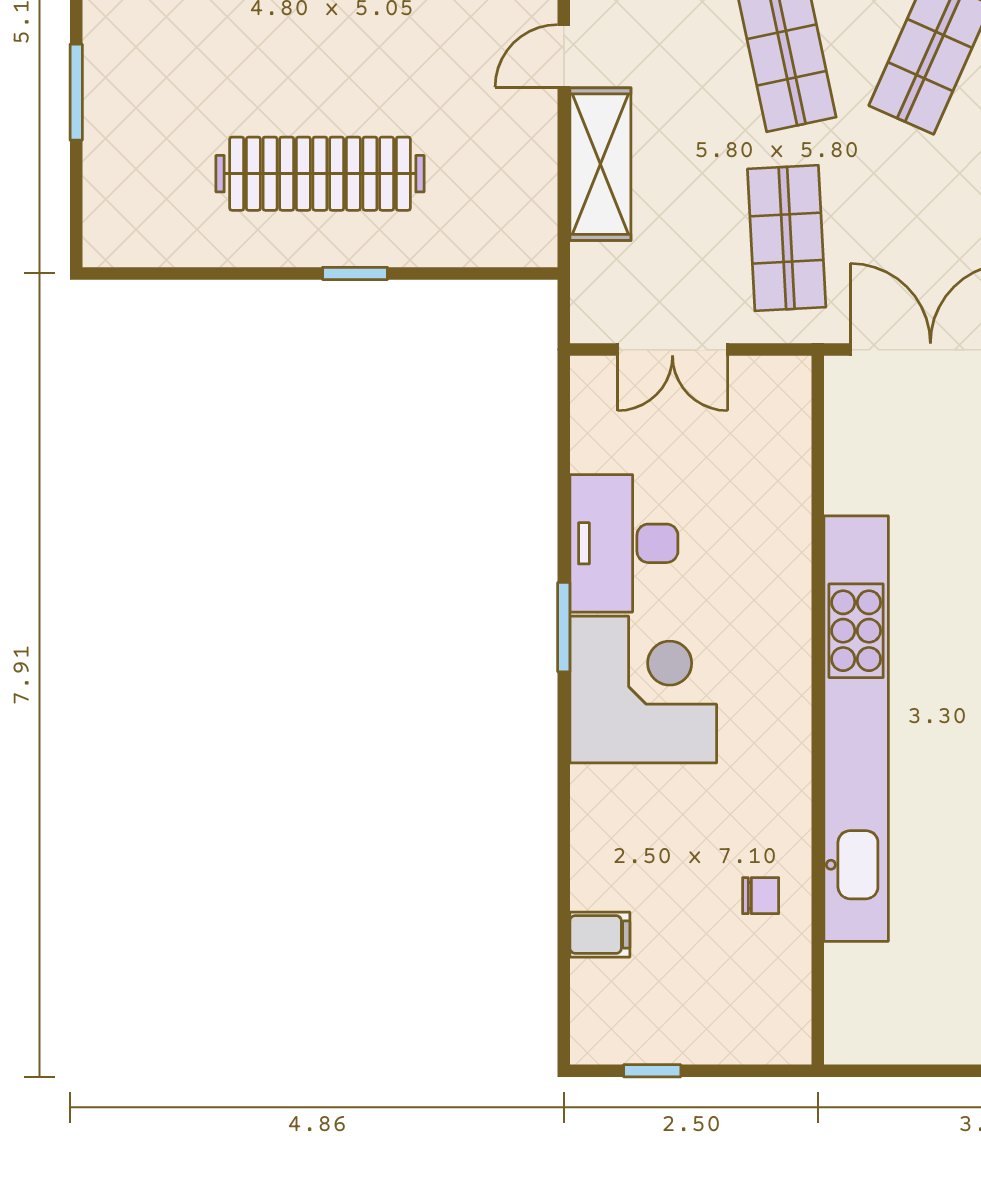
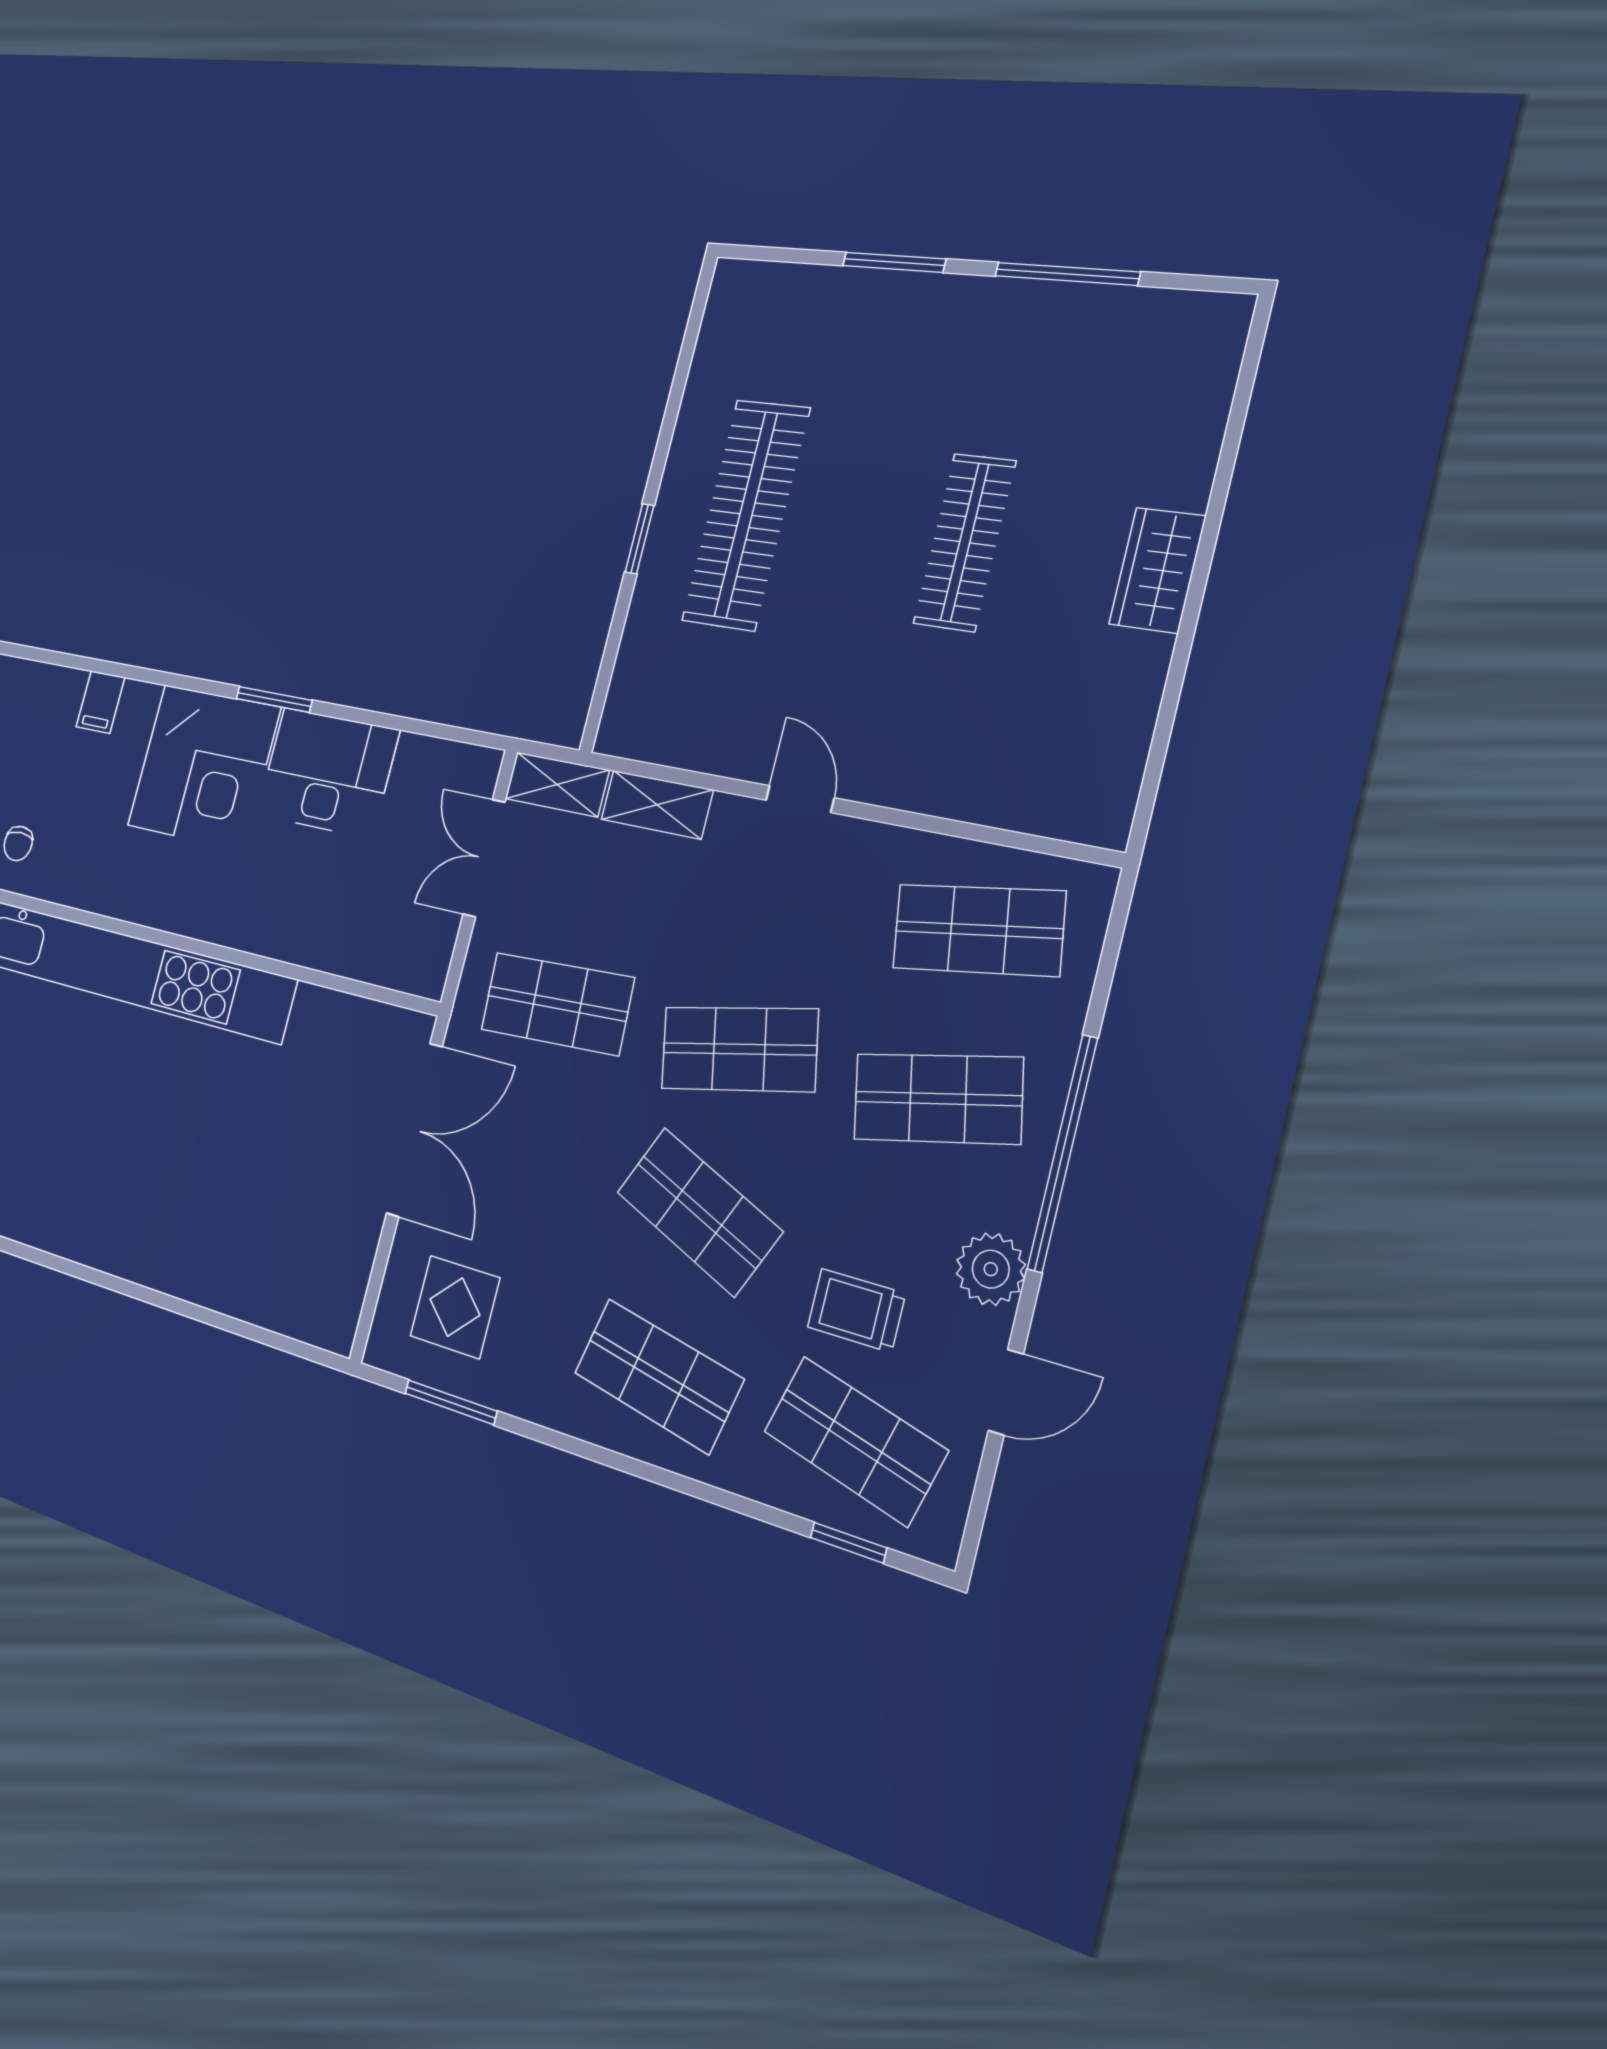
shelving: (600, 164) -> (657, 805), width x0.67, depth x0.75
shelving: (592, 294) -> (557, 784), added
filing cabinet: (600, 935) -> (100, 702), moved

